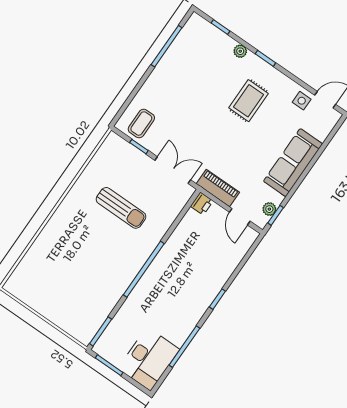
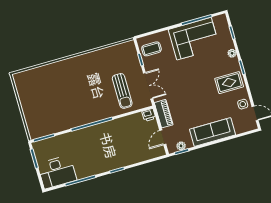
corner sofa: (182, 71) -> (194, 39), added
rug: (249, 101) -> (229, 83), moved
sun lounger: (121, 208) -> (122, 91), moved

